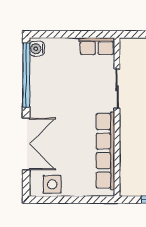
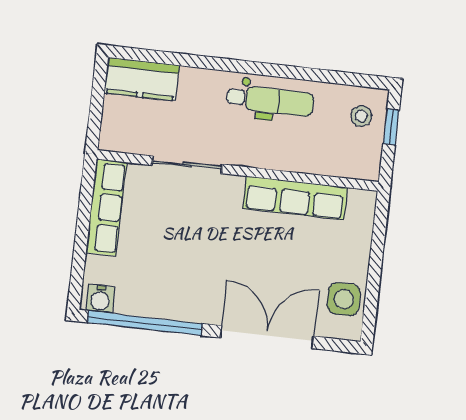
row of seats: (97, 46) -> (106, 207), width x1.48
row of seats: (105, 151) -> (295, 198), width x0.73

